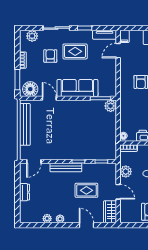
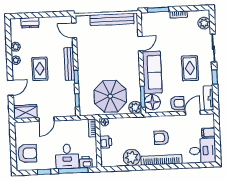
filing cabinet: (124, 36) -> (208, 133), moved
door: (118, 51) -> (193, 113), hinge flipped
armchair: (50, 56) -> (177, 103), moved
floor lamp: (30, 89) -> (152, 102), moved
parasol: (99, 129) -> (110, 96), added
plant: (126, 172) -> (68, 126), removed
rug: (86, 190) -> (40, 69), moved
dresser: (24, 192) -> (30, 23), moved

